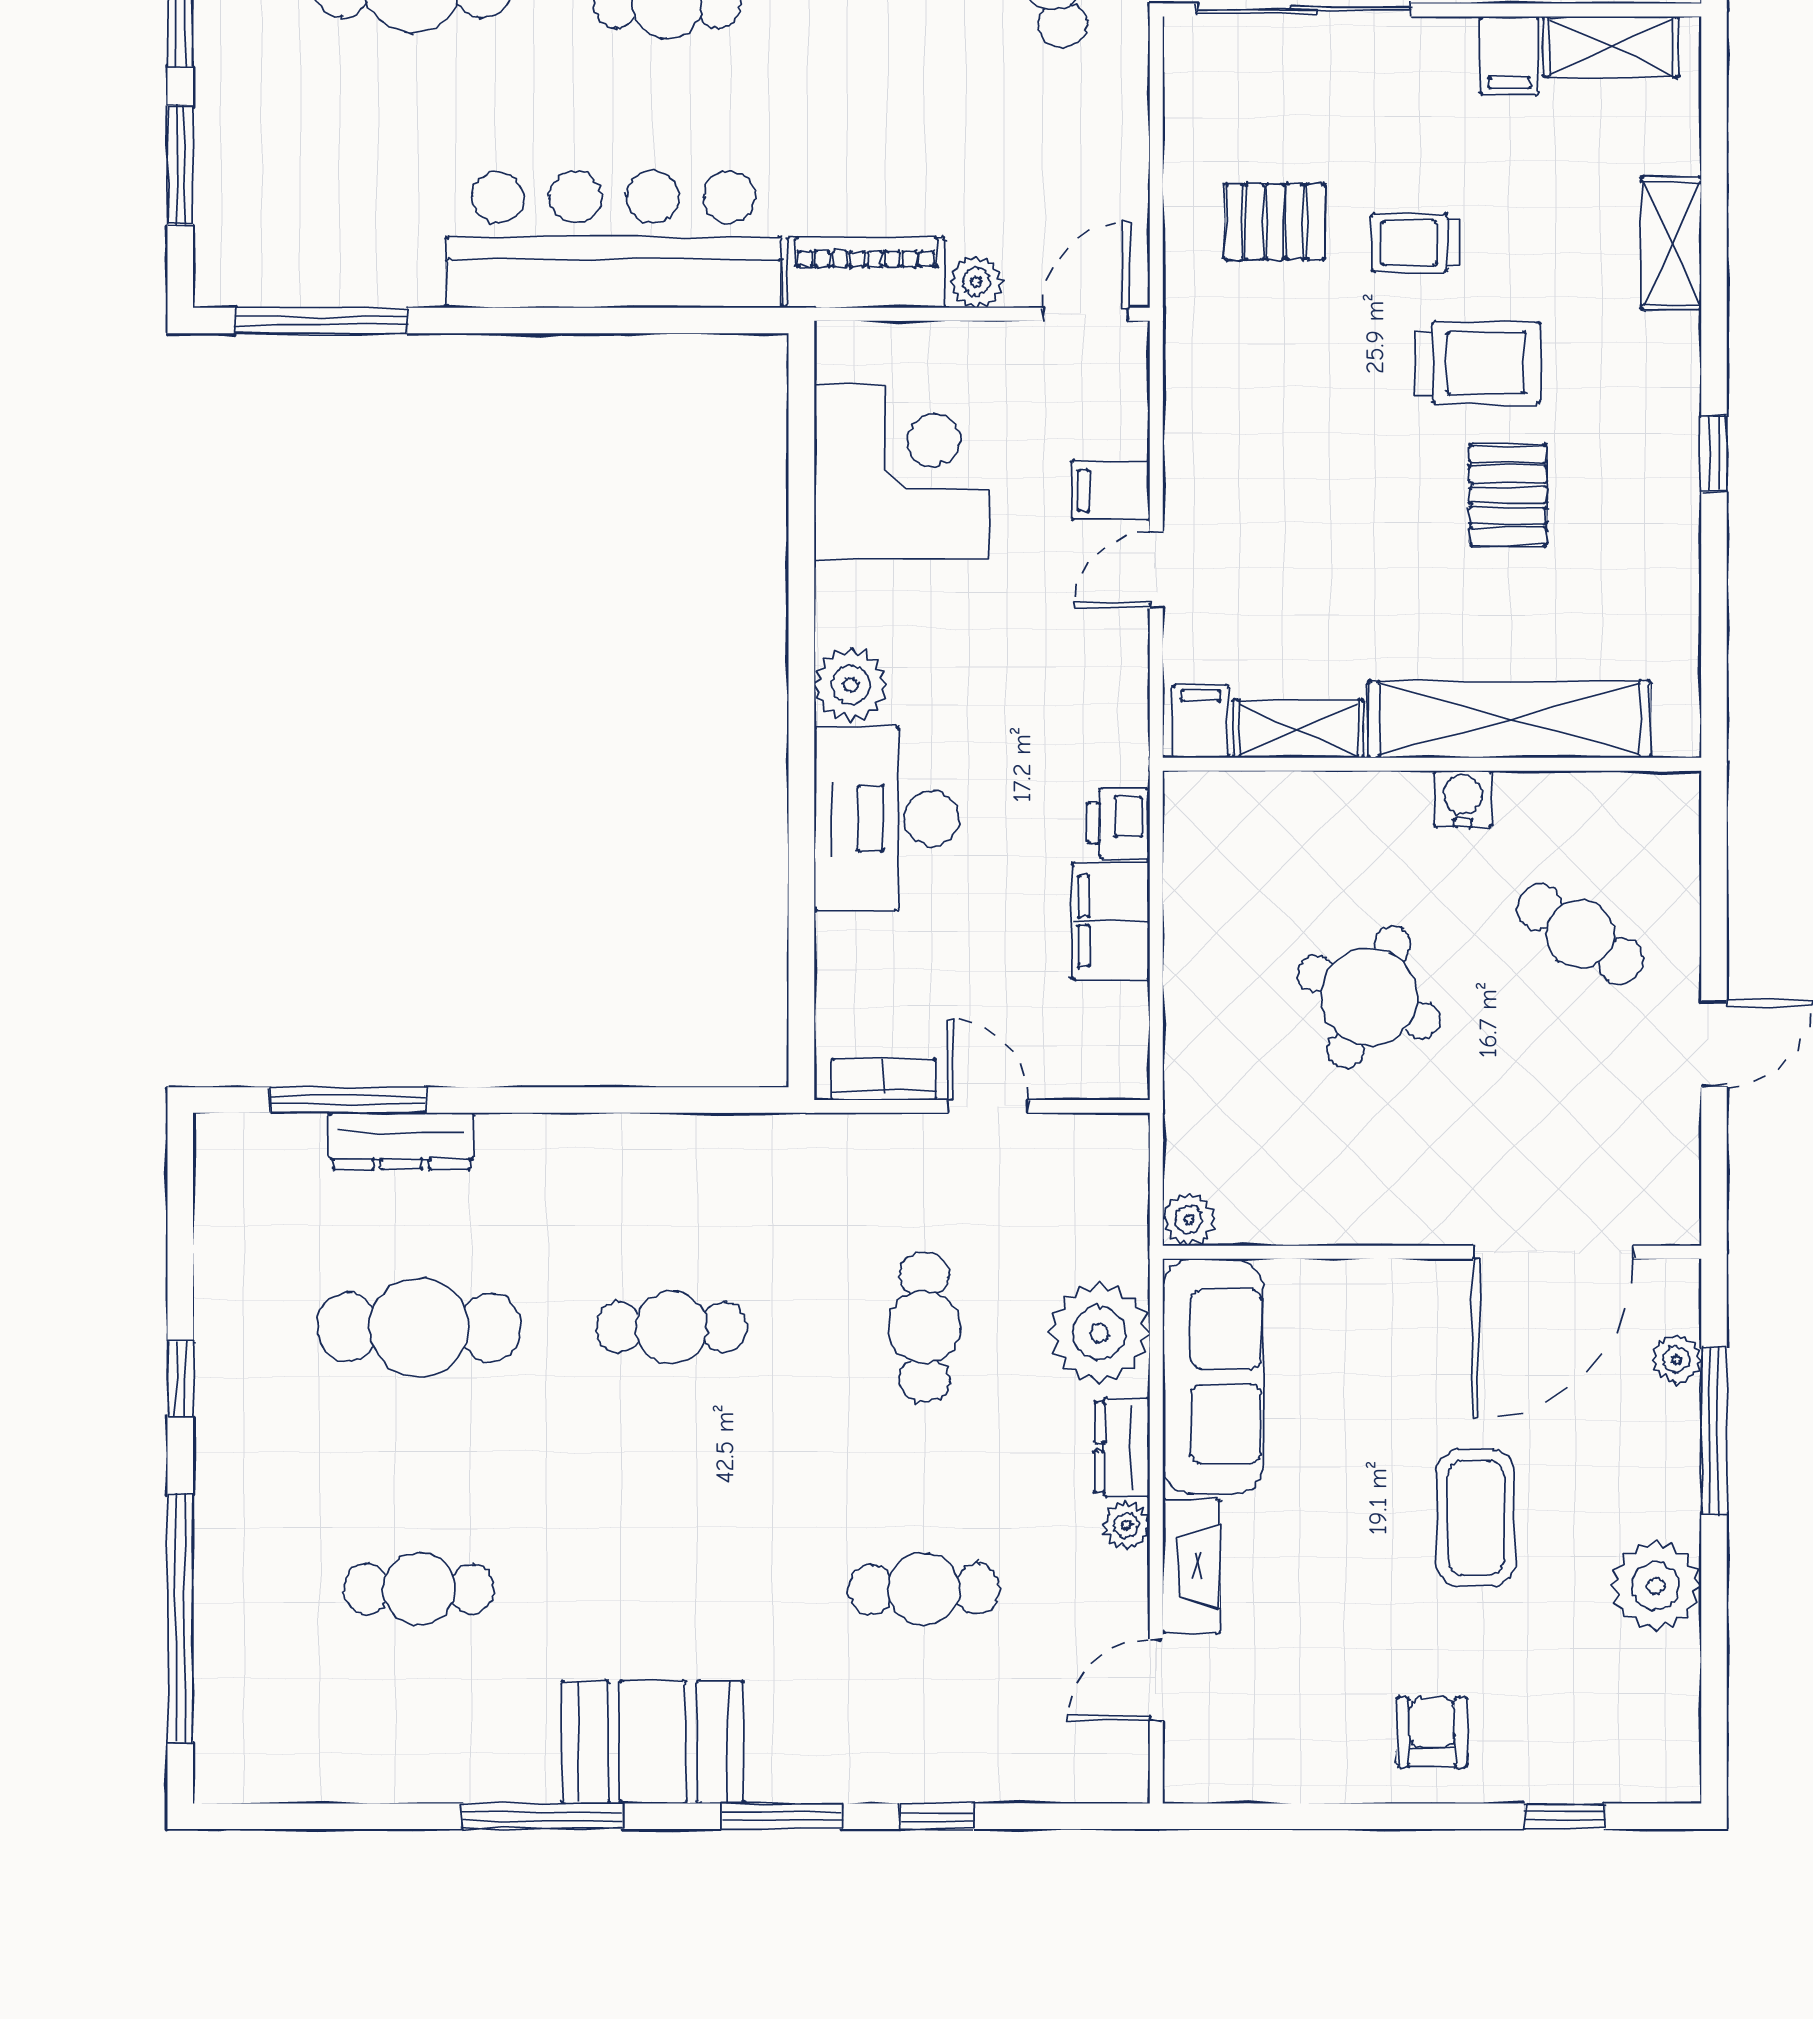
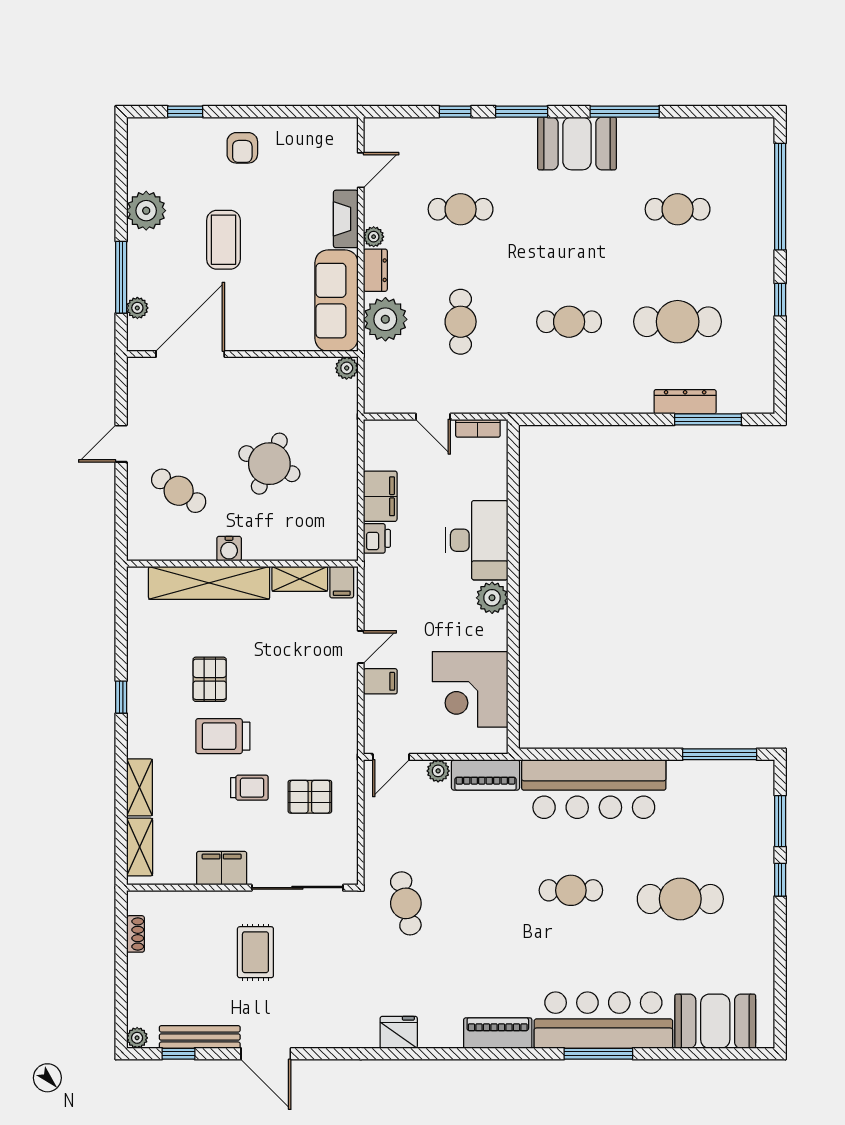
shelving: (1611, 47) -> (140, 847), moved, turned 90
filing cabinet: (1509, 55) -> (222, 868), width x2.00

